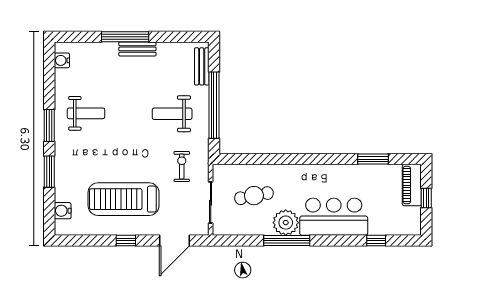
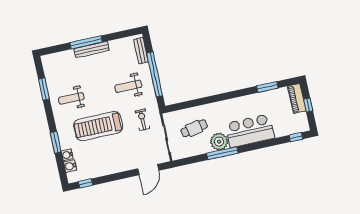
bench: (137, 49) -> (92, 50), width x1.36
water cooler: (62, 60) -> (67, 155), moved
weight bench: (86, 113) -> (71, 98), turned 180
window: (49, 125) -> (44, 89), moved
treadmill: (124, 199) -> (98, 126), moved
window: (126, 241) -> (86, 183), moved
window: (376, 241) -> (296, 137), moved

